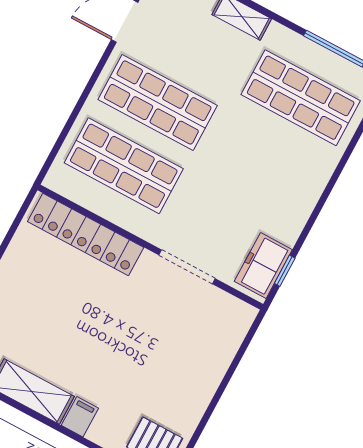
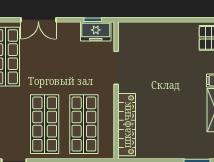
double door: (332, 183) -> (38, 20), added

